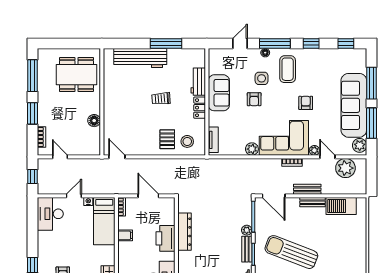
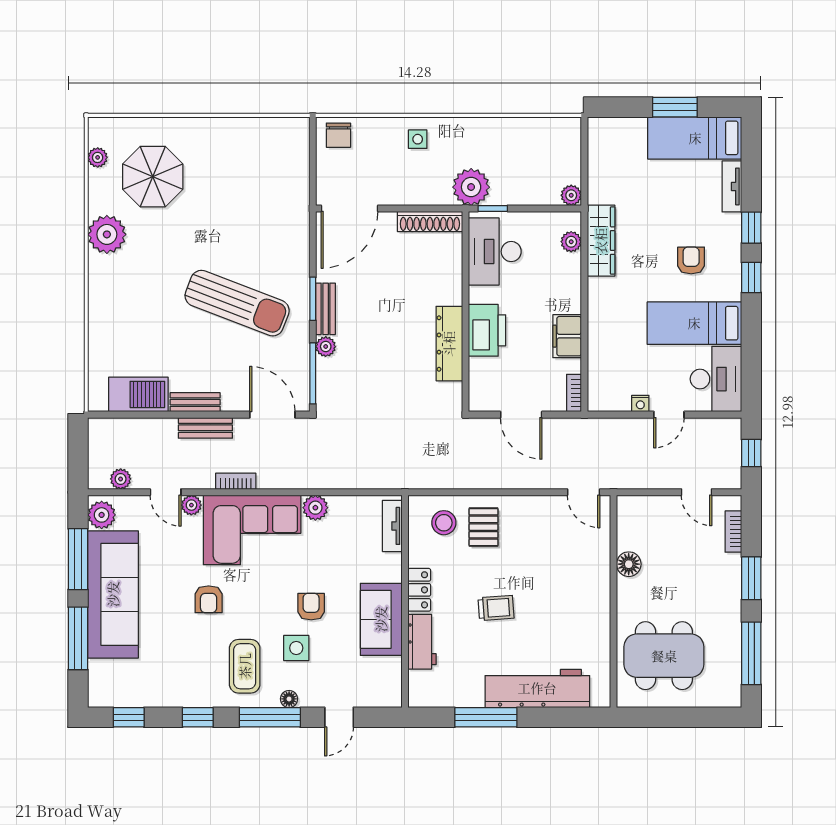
plant: (345, 168) -> (121, 479), width x0.53, depth x0.53
bed: (104, 221) -> (694, 323), moved, turned -90
filing cabinet: (125, 235) -> (567, 336), width x2.00

